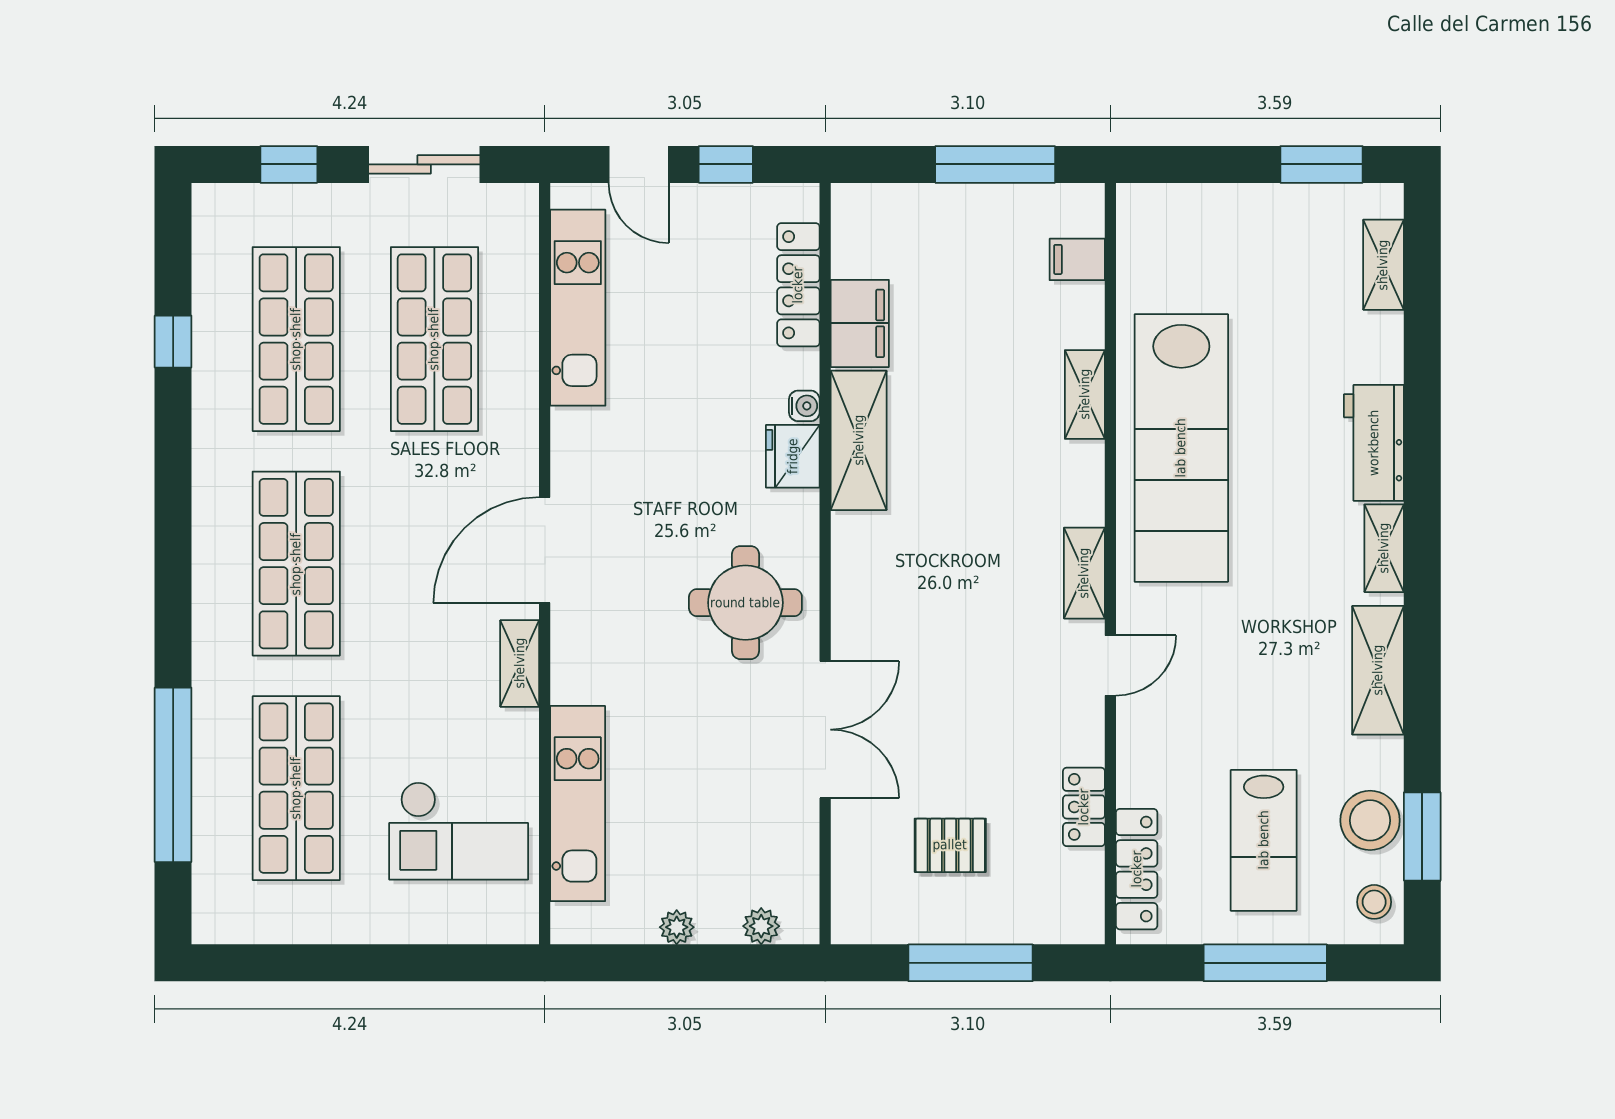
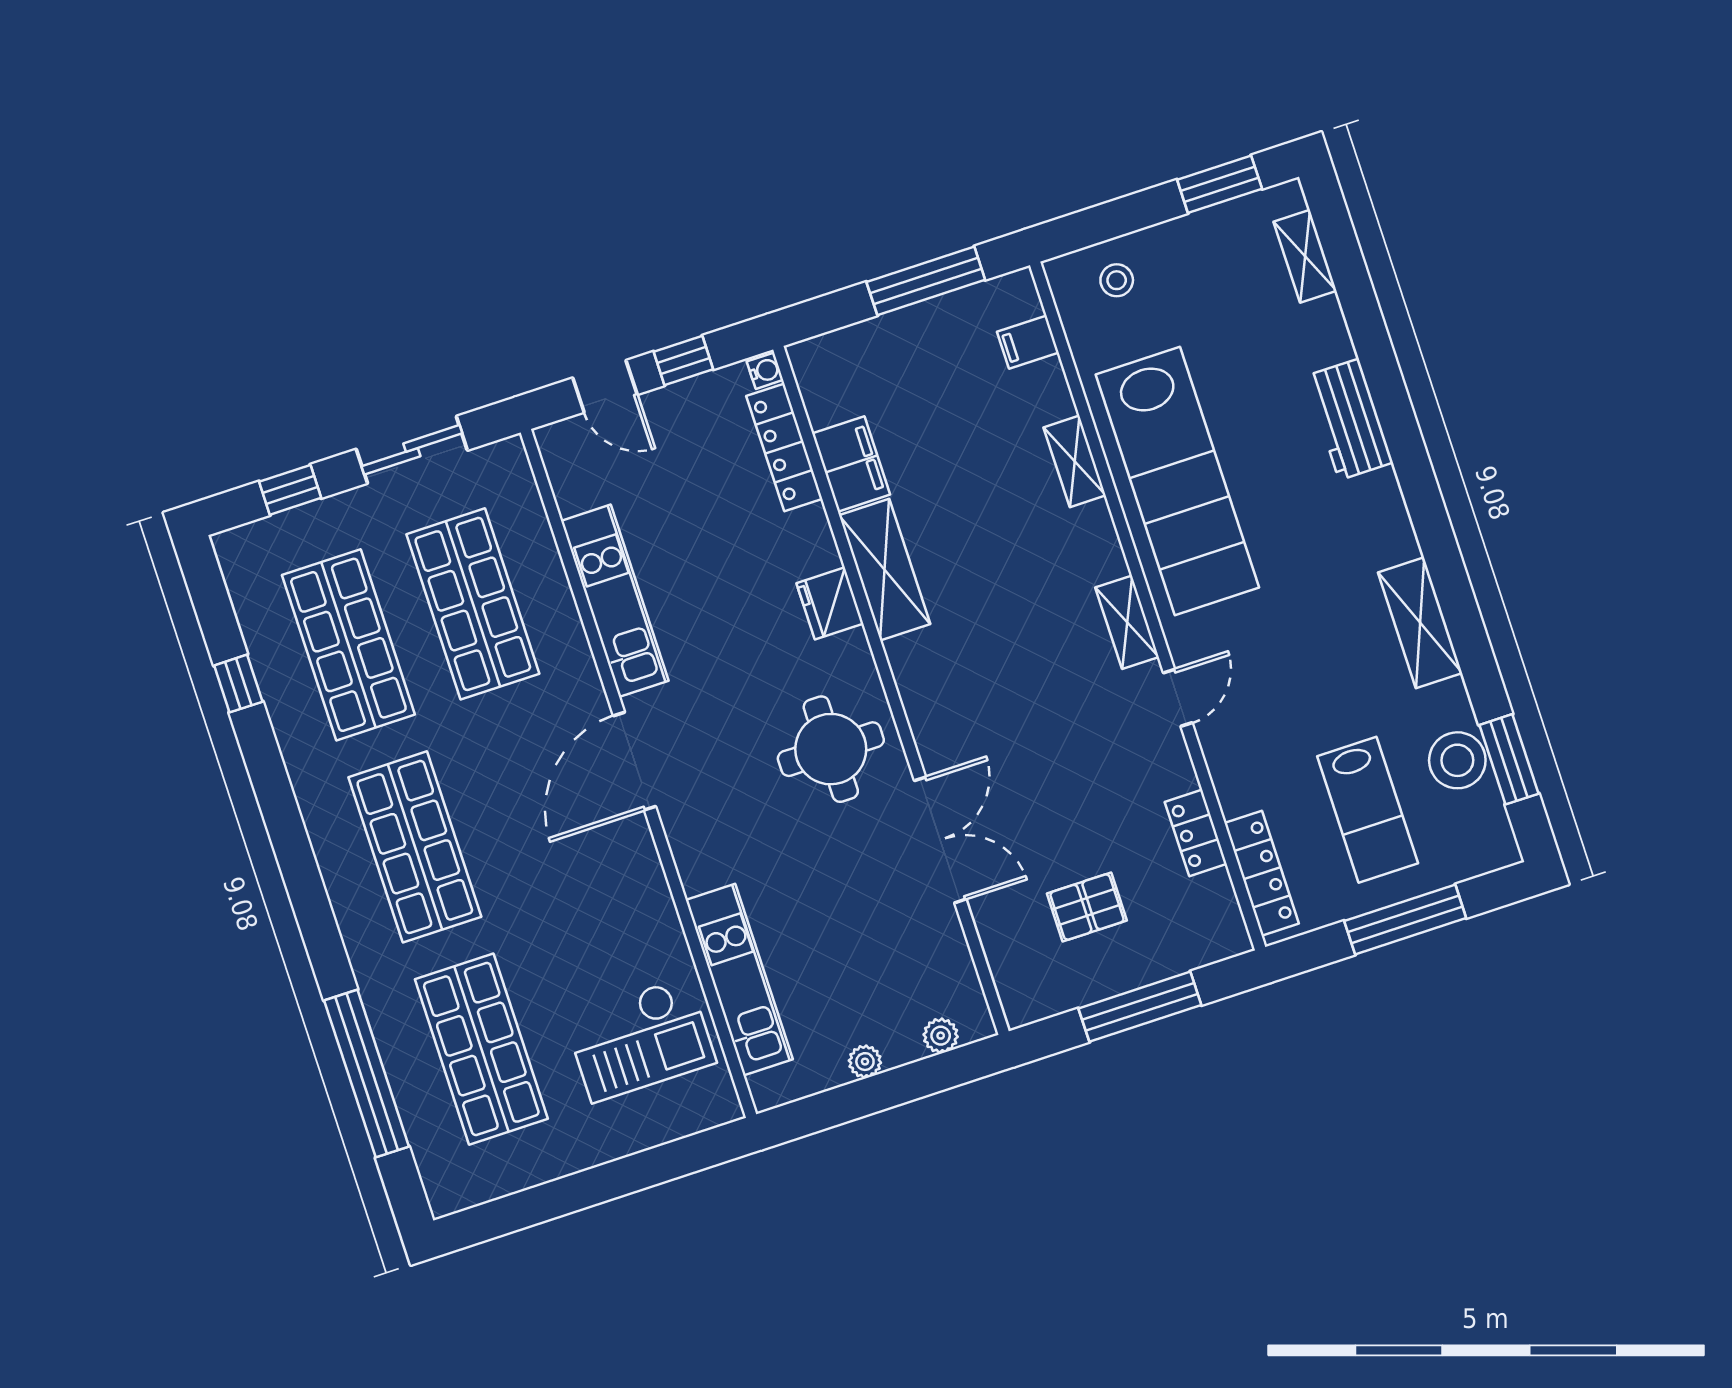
kitchen unit: (578, 308) -> (615, 601), moved
water cooler: (804, 406) -> (765, 371), moved
shelving: (1384, 548) -> (1389, 511), removed
shelving: (520, 663) -> (646, 871), removed
stool: (1374, 902) -> (1117, 280), moved

